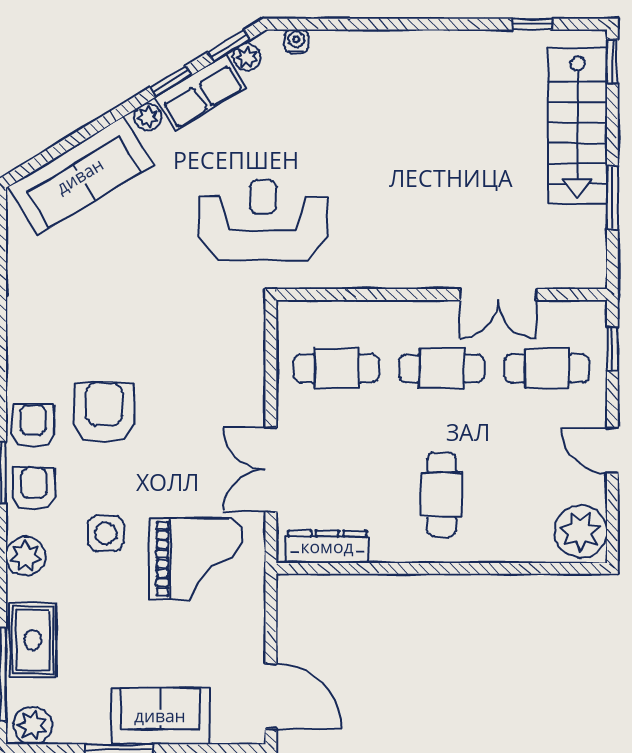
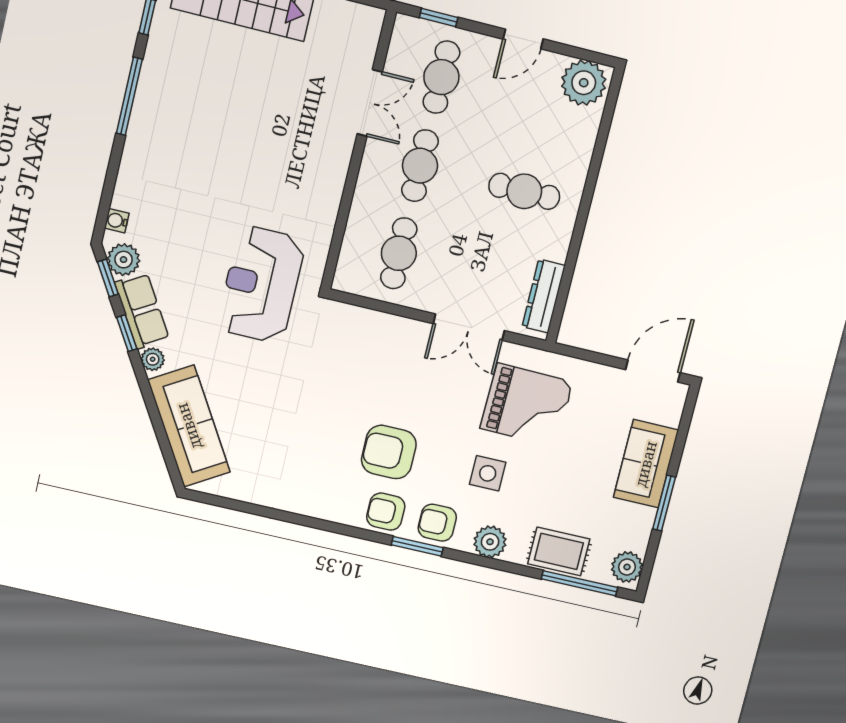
window: (439, 24) -> (129, 96), added
plant: (247, 57) -> (124, 260), width x1.38, depth x1.38
grand piano: (196, 559) -> (527, 405), turned 91

